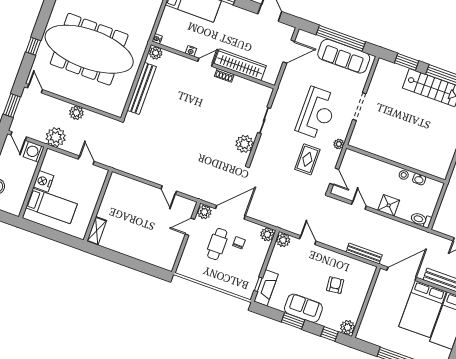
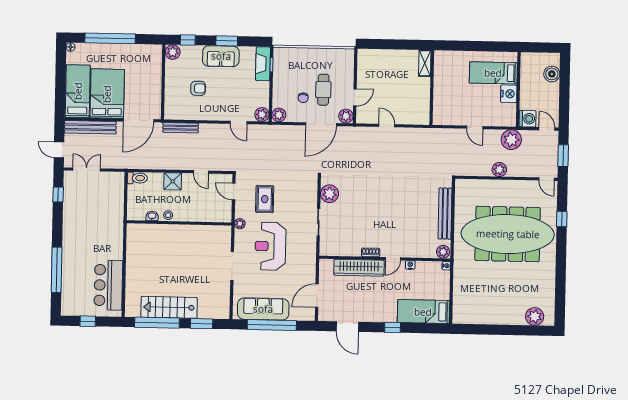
wall: (98, 206) -> (432, 88), moved
shelving: (97, 231) -> (425, 63), moved
armchair: (335, 285) -> (198, 88), turned -83

